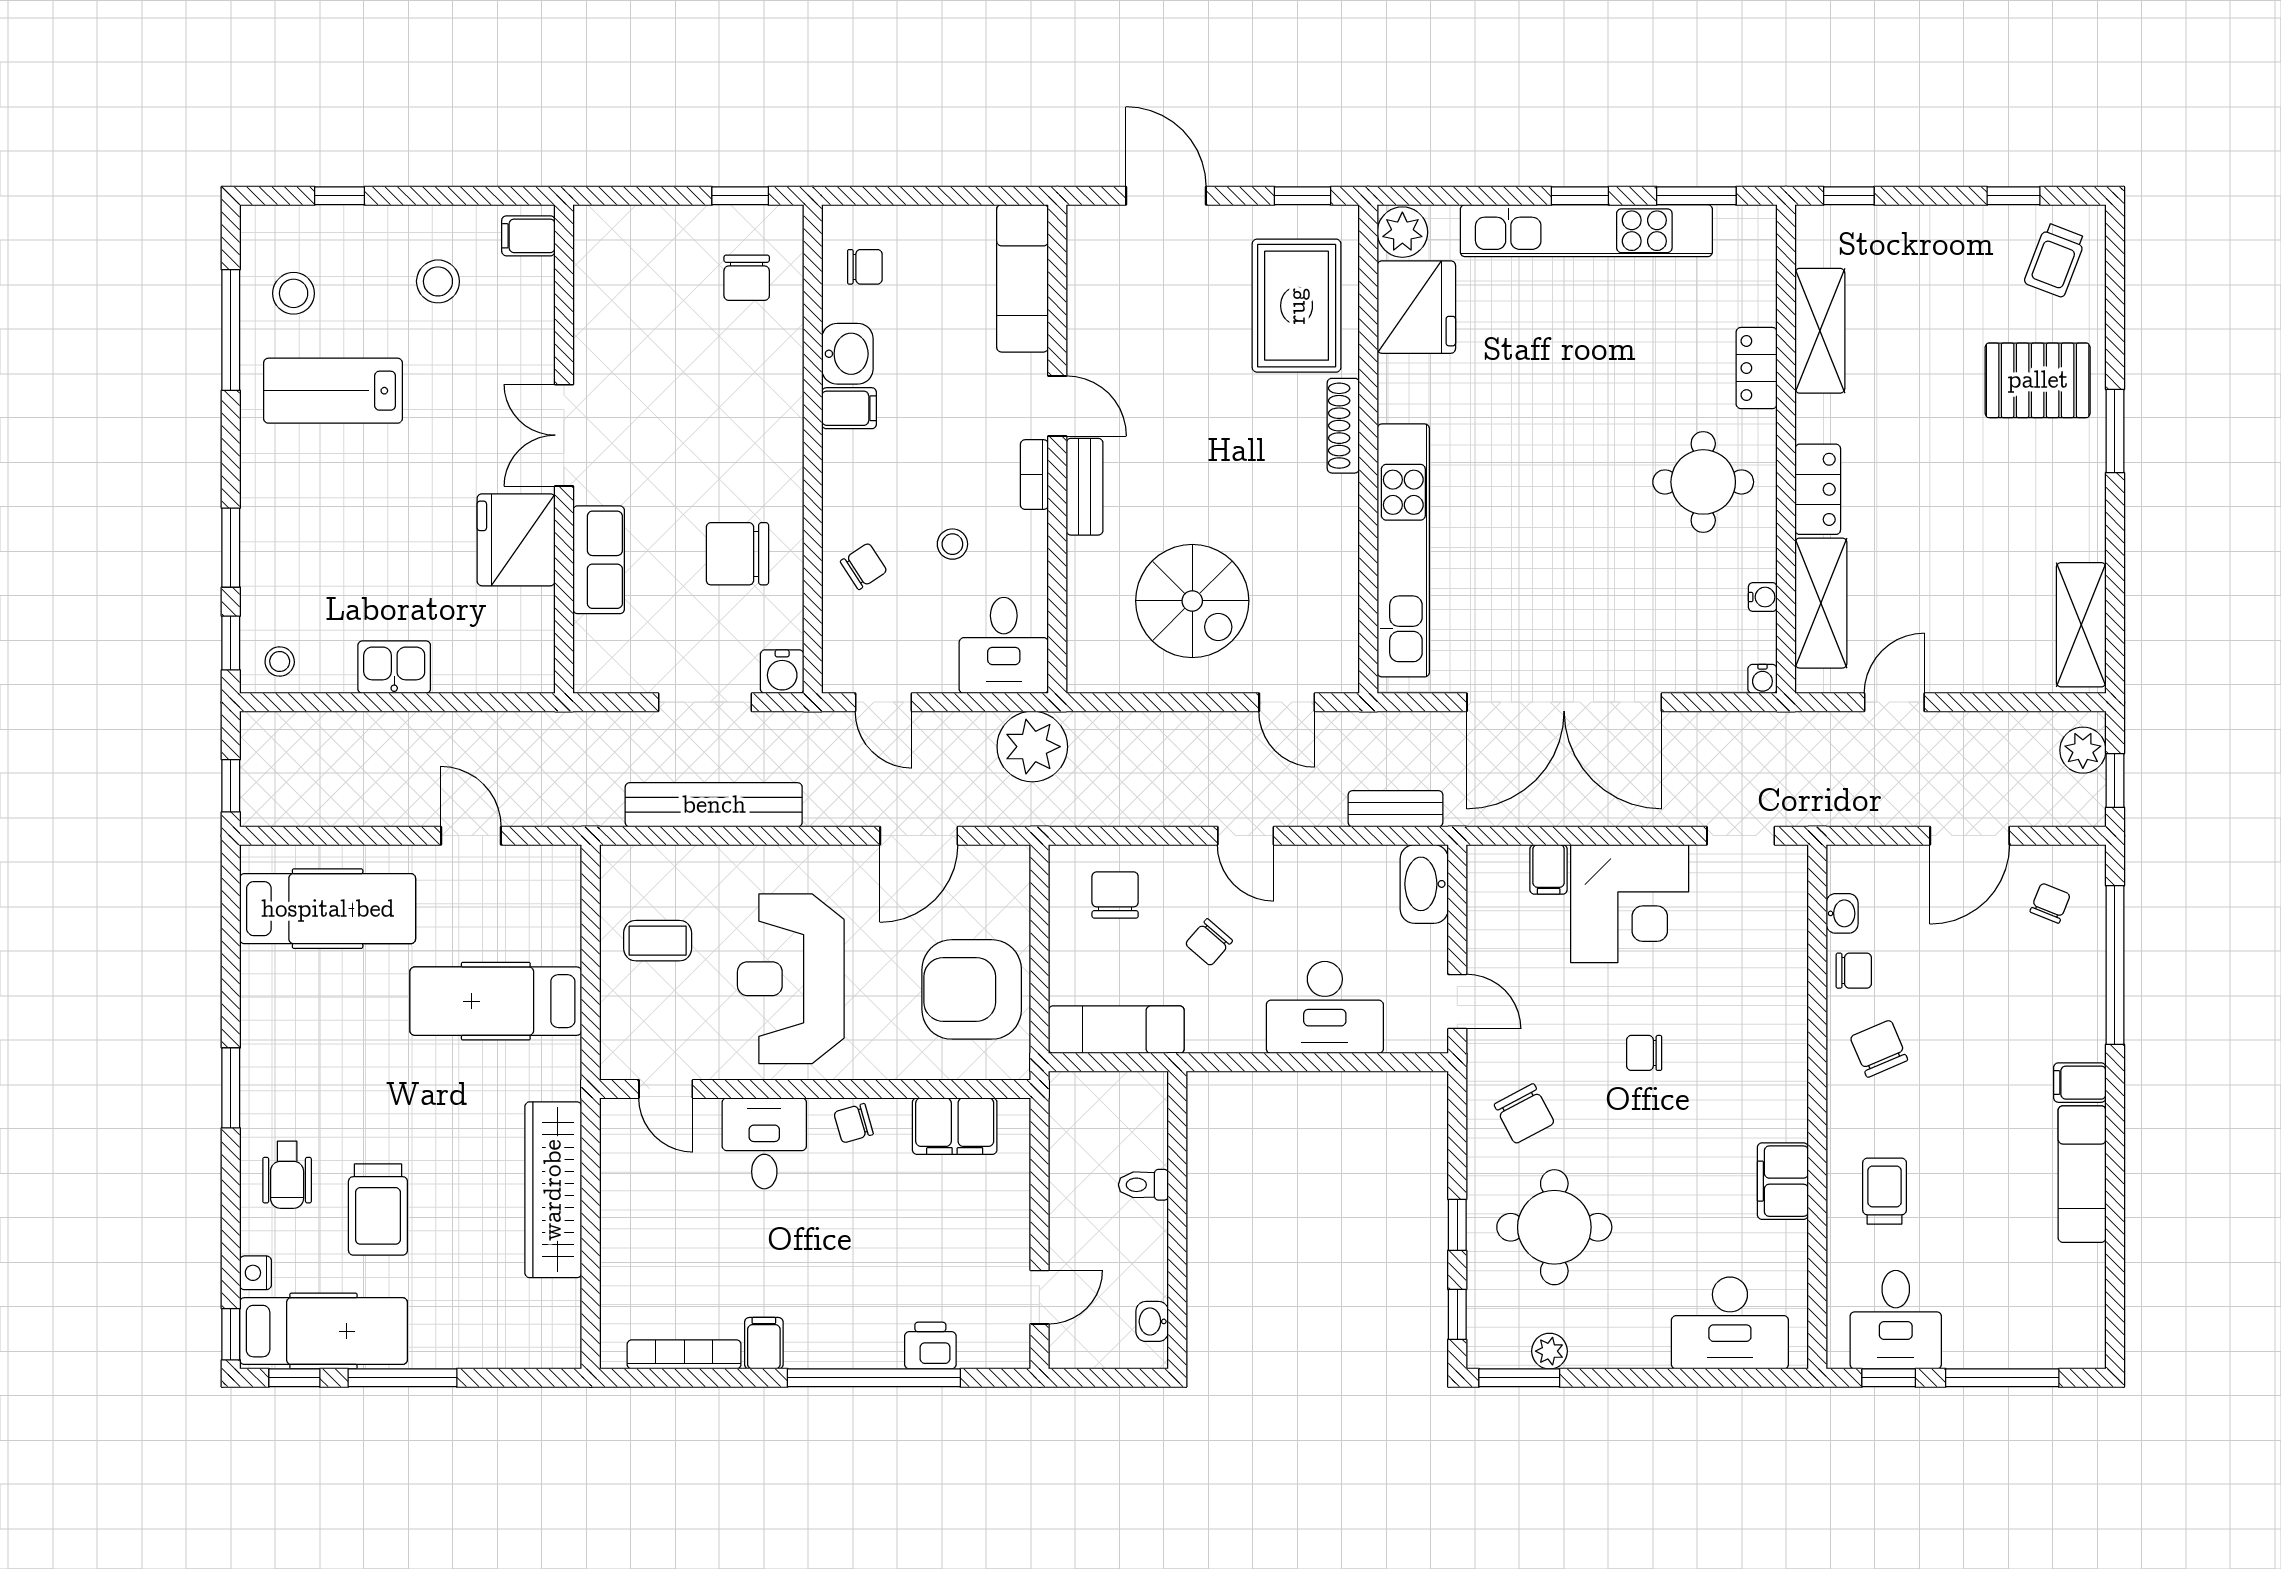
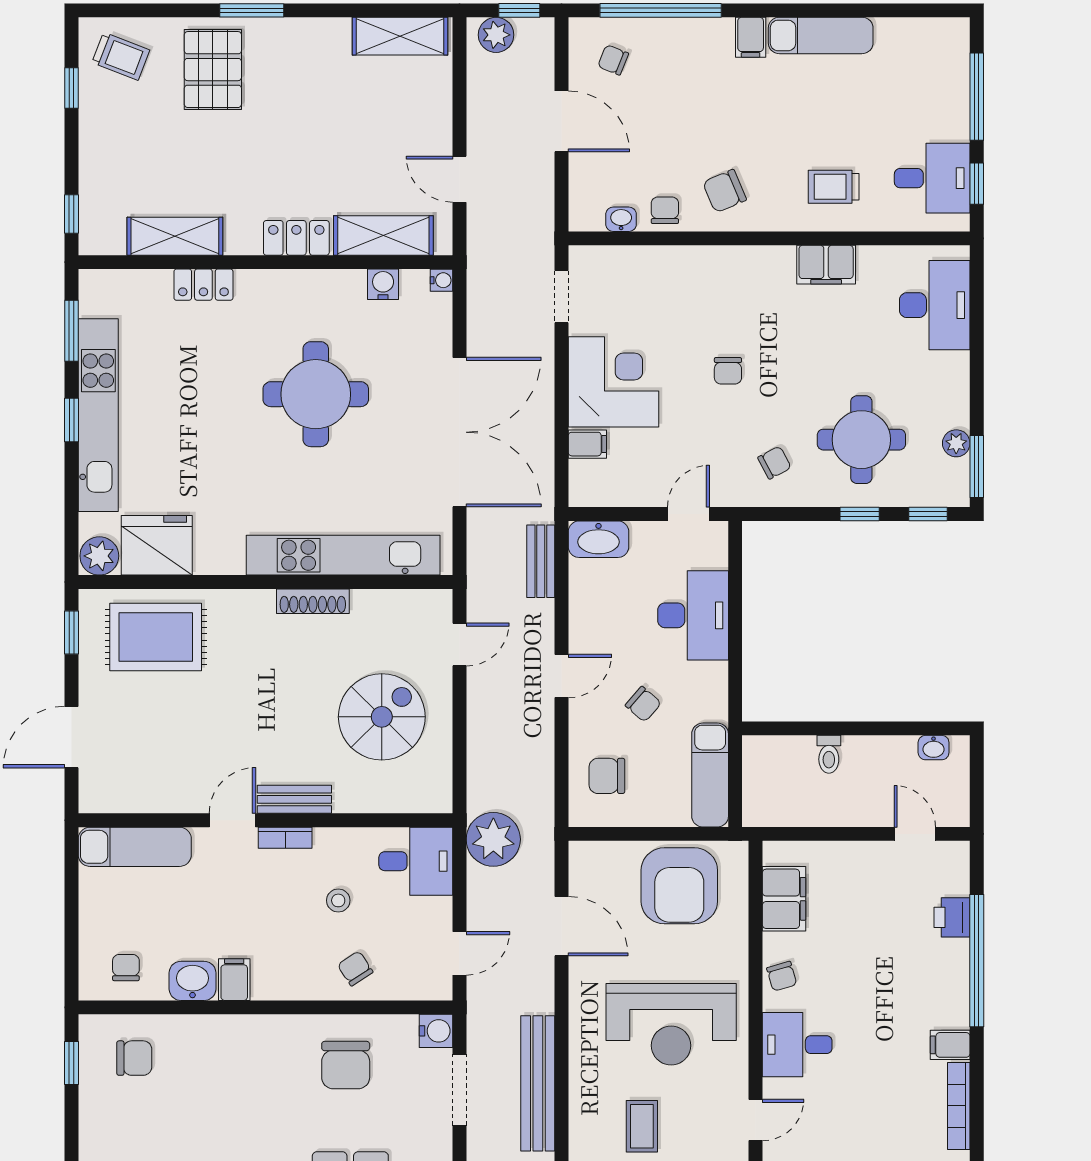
shoe rack: (1343, 426) -> (313, 601), moved
round table: (1703, 482) -> (316, 394), moved, width x1.36, depth x1.36
water cooler: (1763, 597) -> (383, 284), width x1.38, depth x1.38
chair: (1524, 1114) -> (774, 463), width x0.73, depth x0.73

